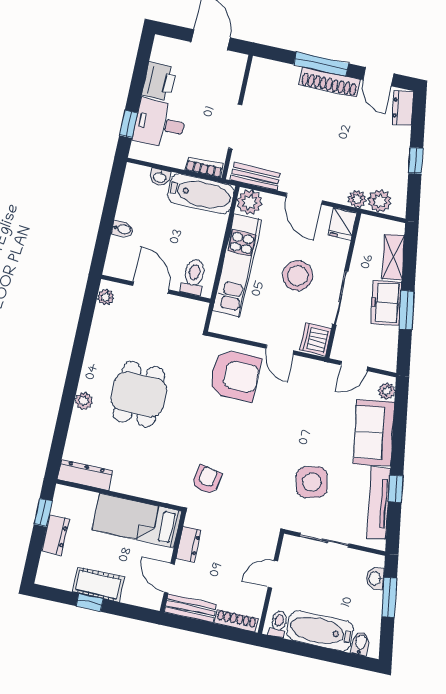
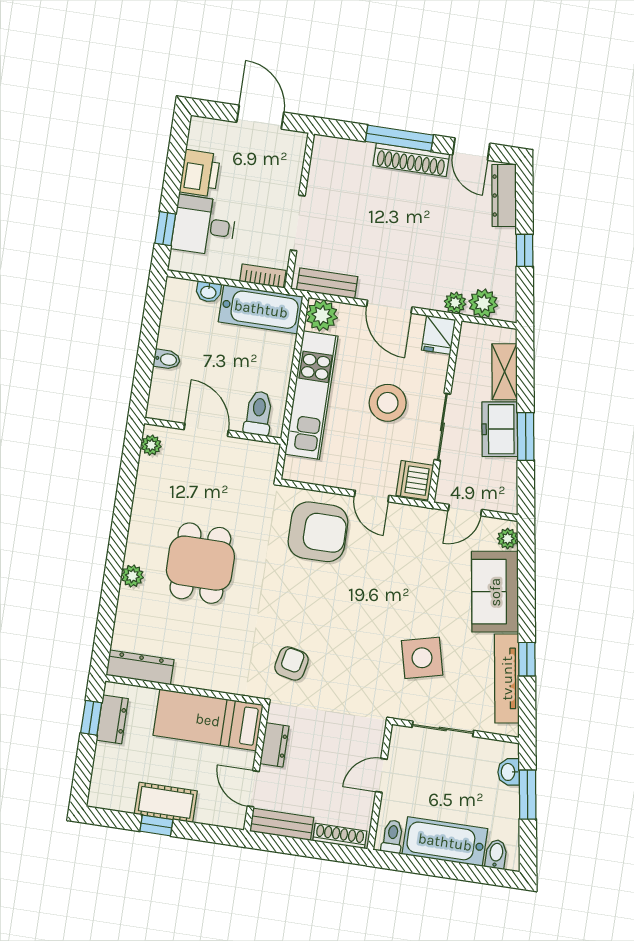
dresser: (403, 108) -> (504, 196), width x1.44
dresser: (55, 535) -> (112, 719), moved

